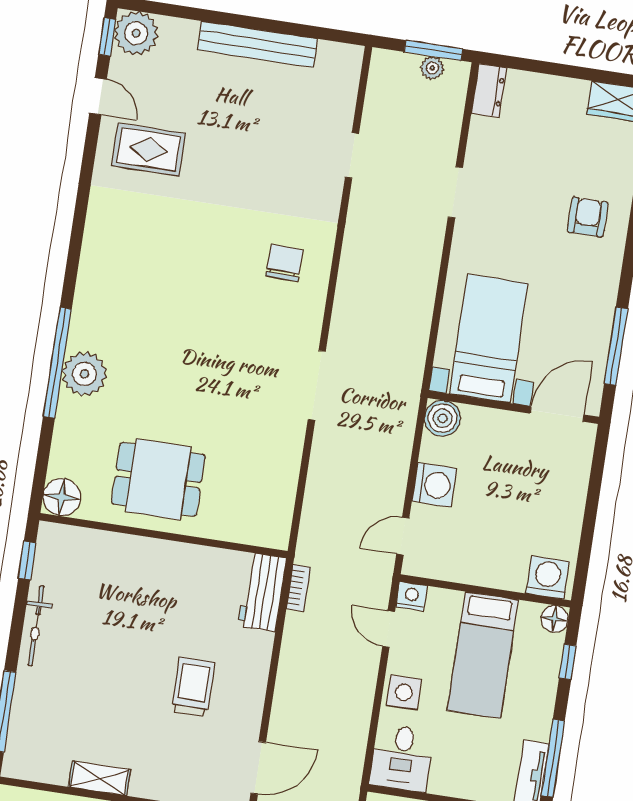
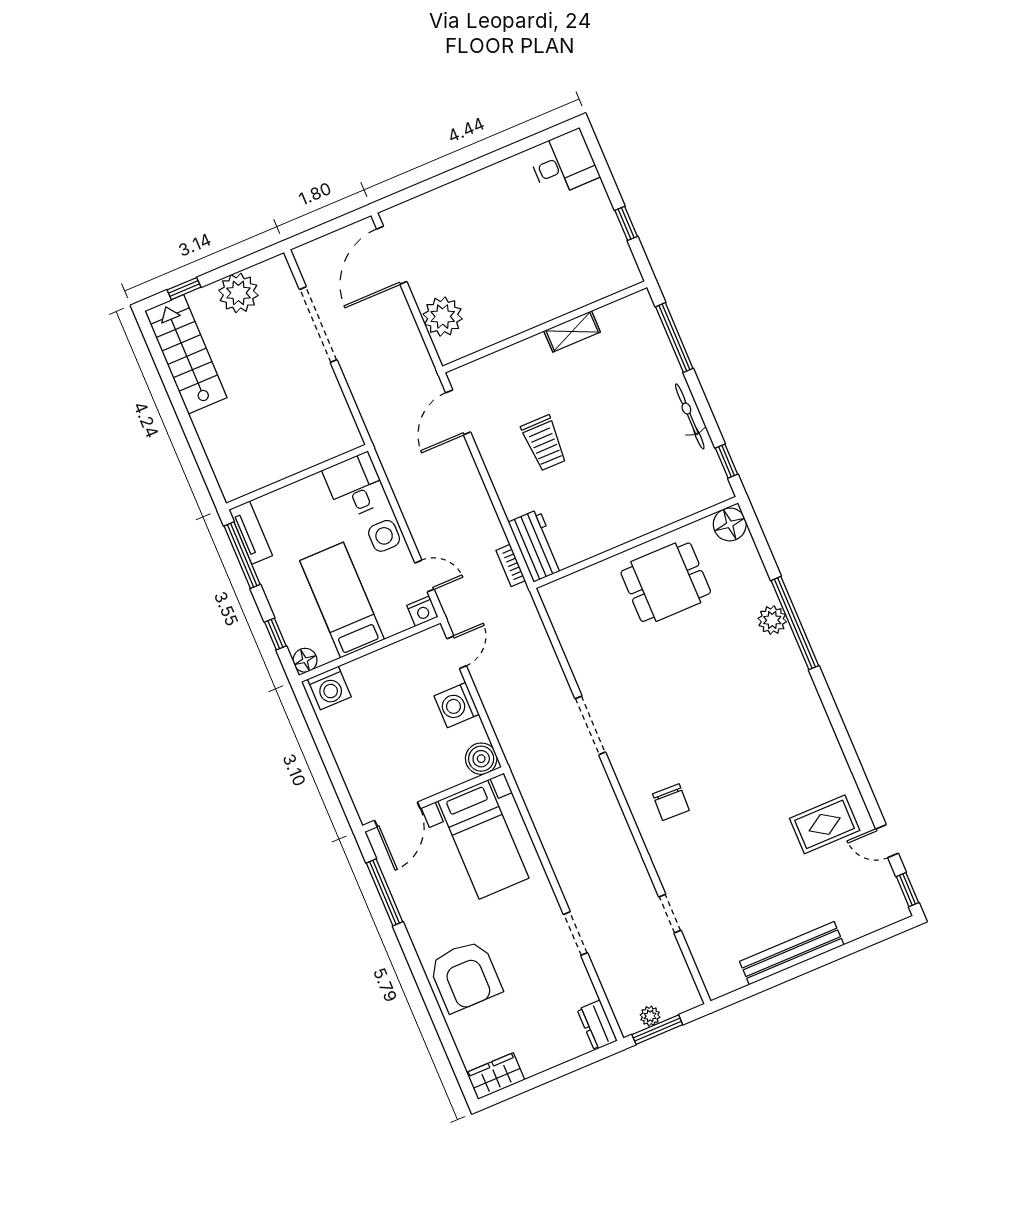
plant: (136, 33) -> (888, 906), removed
armchair: (588, 217) -> (465, 976), width x1.88, depth x1.88
plant: (84, 374) -> (772, 620), width x0.73, depth x0.73

